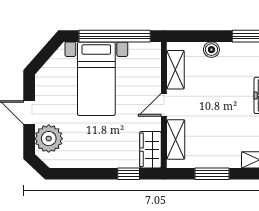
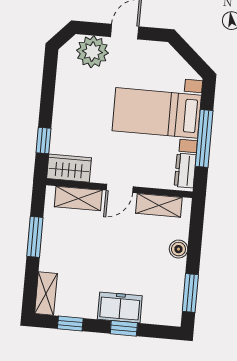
window: (115, 36) -> (204, 138), width x0.68
dresser: (144, 50) -> (185, 171), added
door: (164, 105) -> (120, 188), swing flipped

